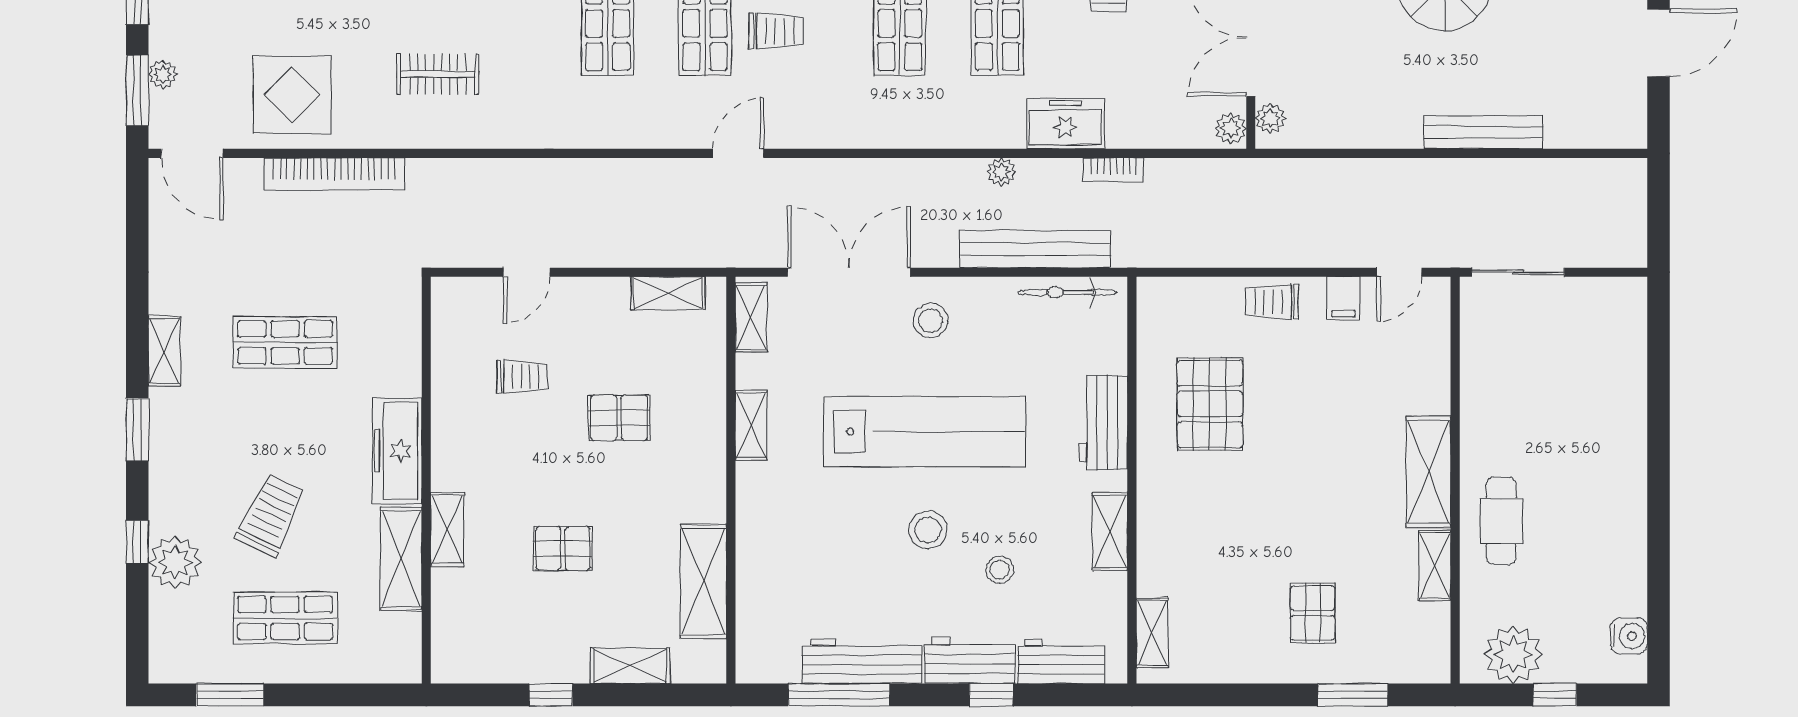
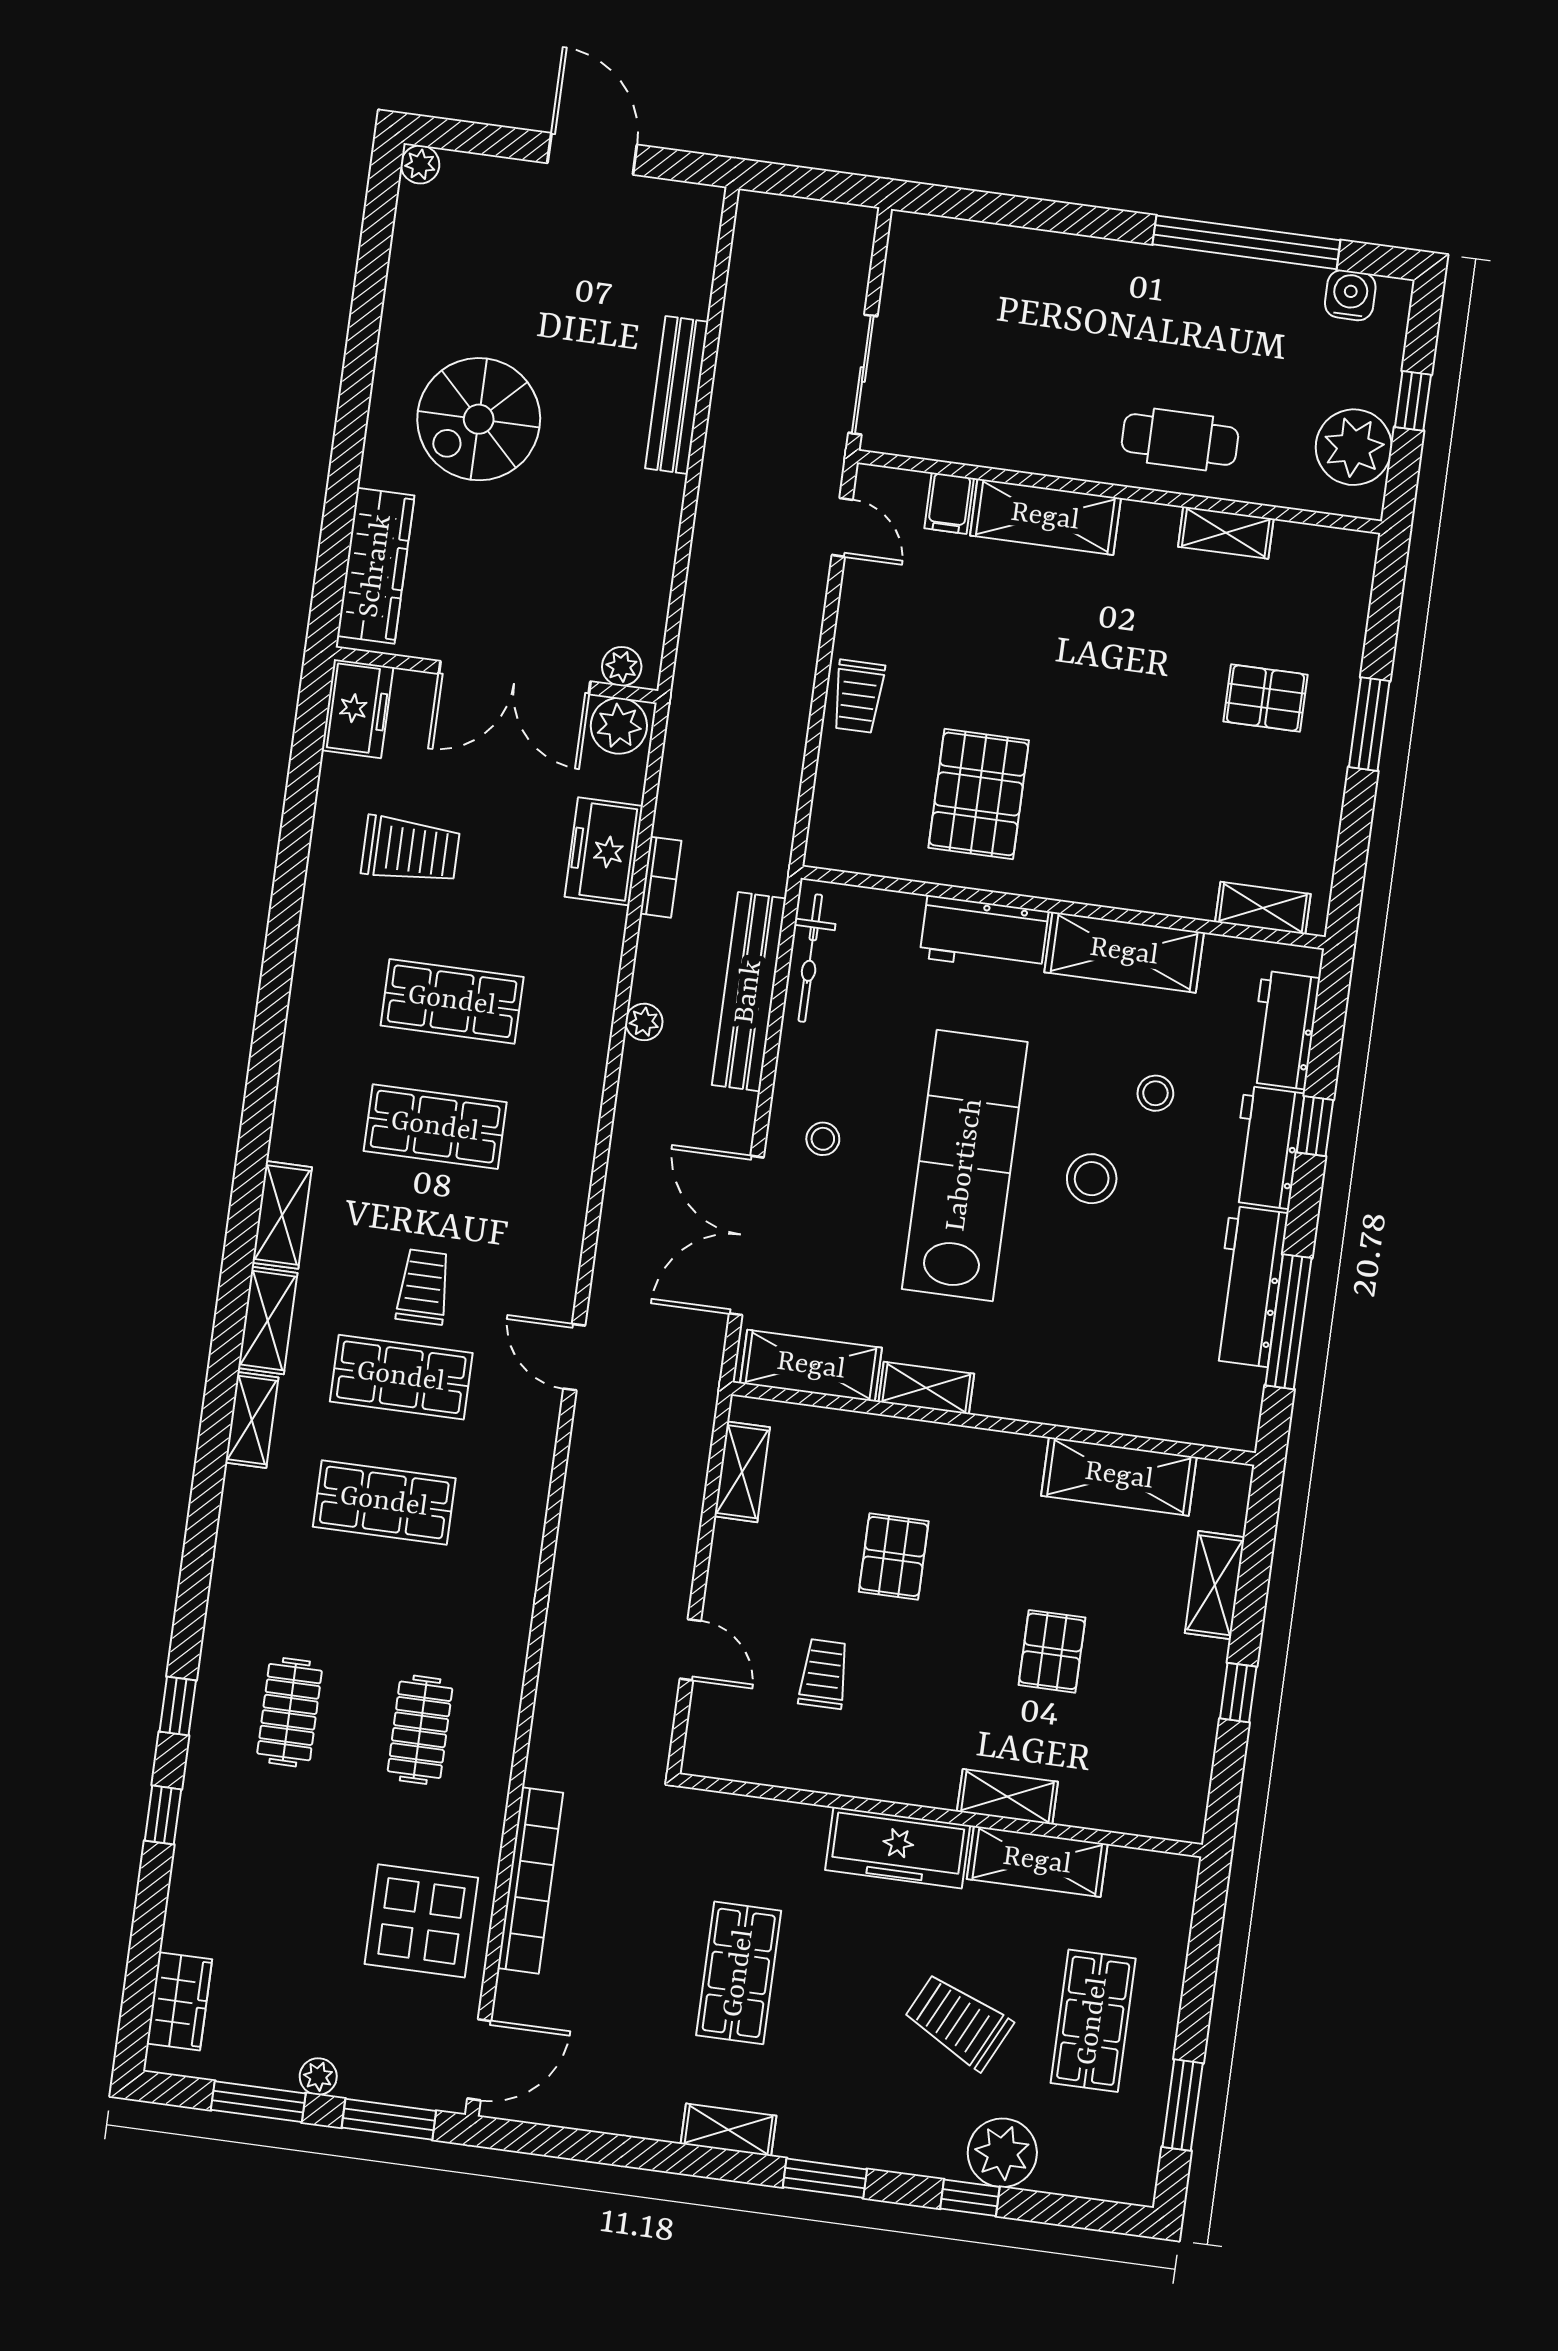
plant: (163, 74) -> (318, 2077), moved
freezer: (1065, 124) -> (604, 851), moved
plant: (1231, 128) -> (619, 726), width x1.38, depth x1.38
filing cabinet: (1343, 298) -> (949, 503), moved, turned 90
shelving: (751, 318) -> (811, 1366), width x1.50, depth x1.33
stool: (931, 321) -> (823, 1139), width x0.73, depth x0.73
pallet: (1210, 404) -> (979, 794), turned 90
shelving: (1428, 472) -> (1045, 517), moved
shelving: (1110, 531) -> (1124, 952), width x1.50, depth x1.33
window: (1659, 551) -> (1246, 242), added
window: (1353, 695) -> (1369, 724), moved

